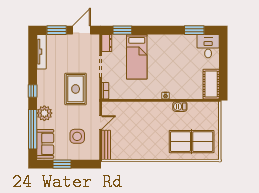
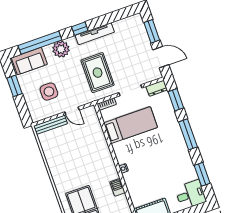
window: (156, 30) -> (188, 134), added
tv unit: (41, 52) -> (95, 34), moved
bed: (137, 57) -> (131, 125), moved, turned 180
rug: (76, 89) -> (98, 73), turned 90

